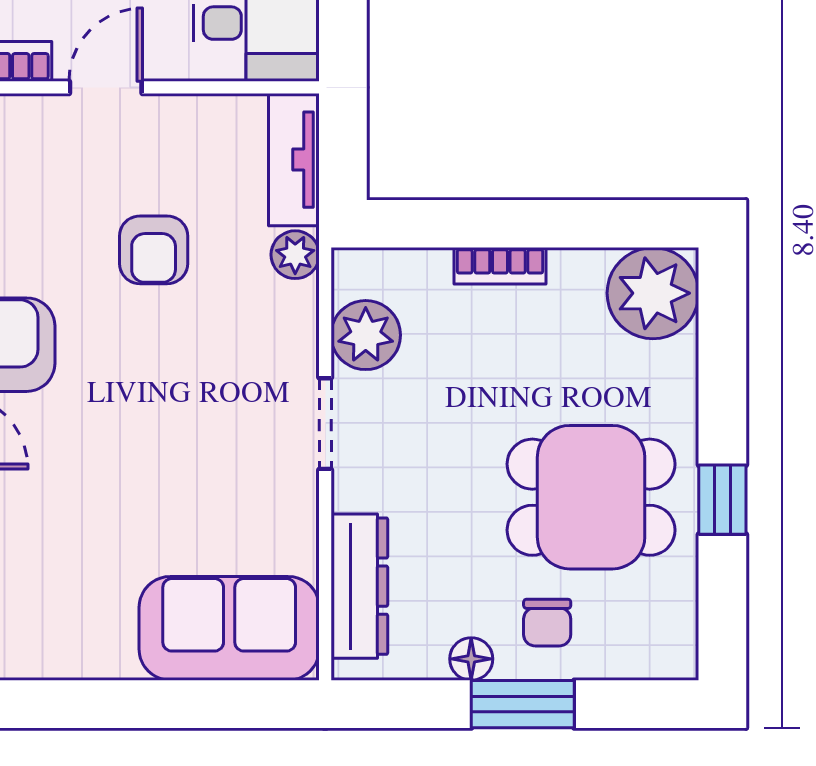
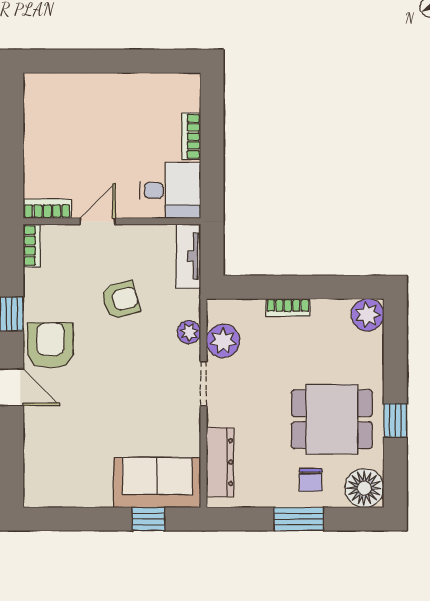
armchair: (154, 250) -> (121, 300), turned -105
plant: (295, 255) -> (189, 332), moved
plant: (653, 293) -> (368, 315), width x0.73, depth x0.73
floor lamp: (471, 659) -> (364, 488), moved, width x1.89, depth x1.89
window: (211, 704) -> (149, 519), added

